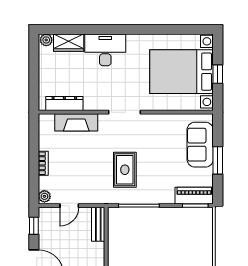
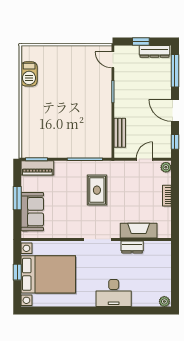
wardrobe: (69, 43) -> (145, 299), removed
dresser: (64, 104) -> (132, 247), moved, width x0.70
bench: (98, 224) -> (120, 133), moved

